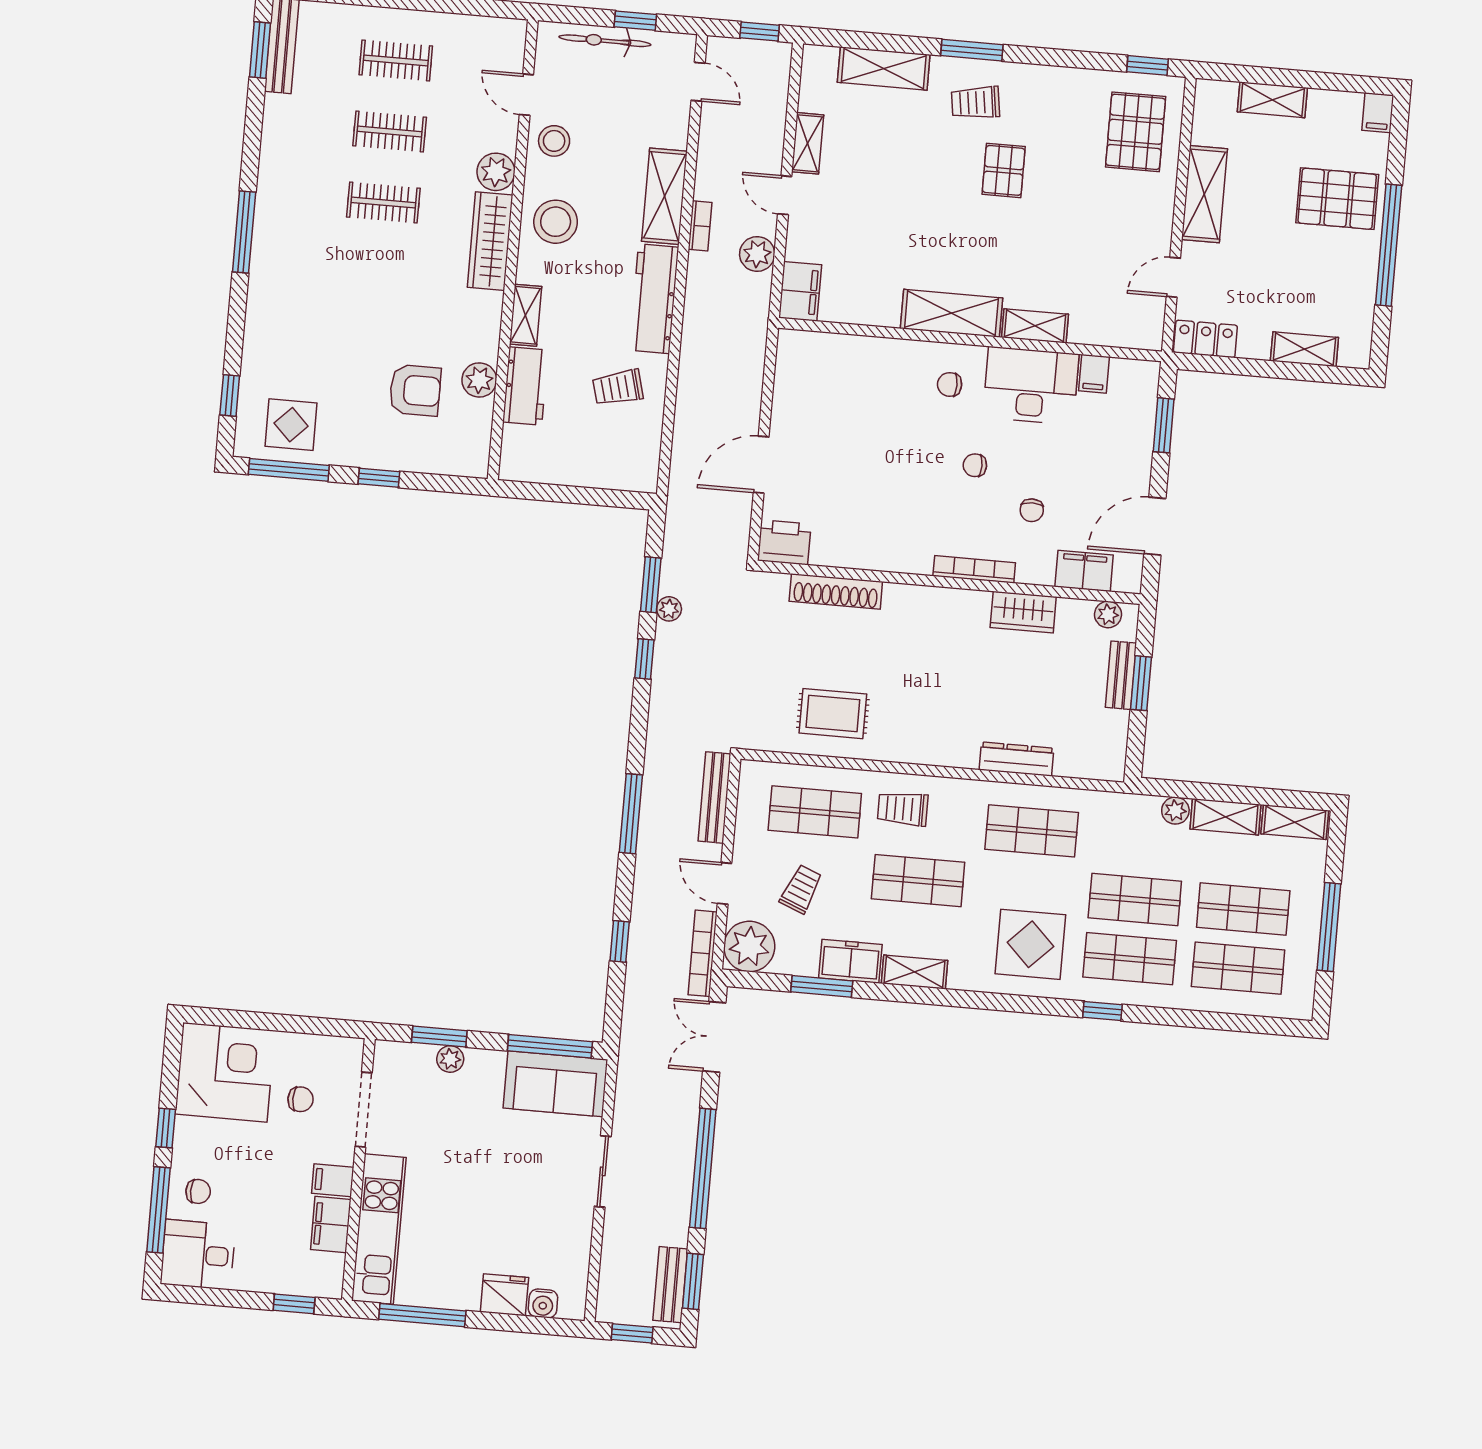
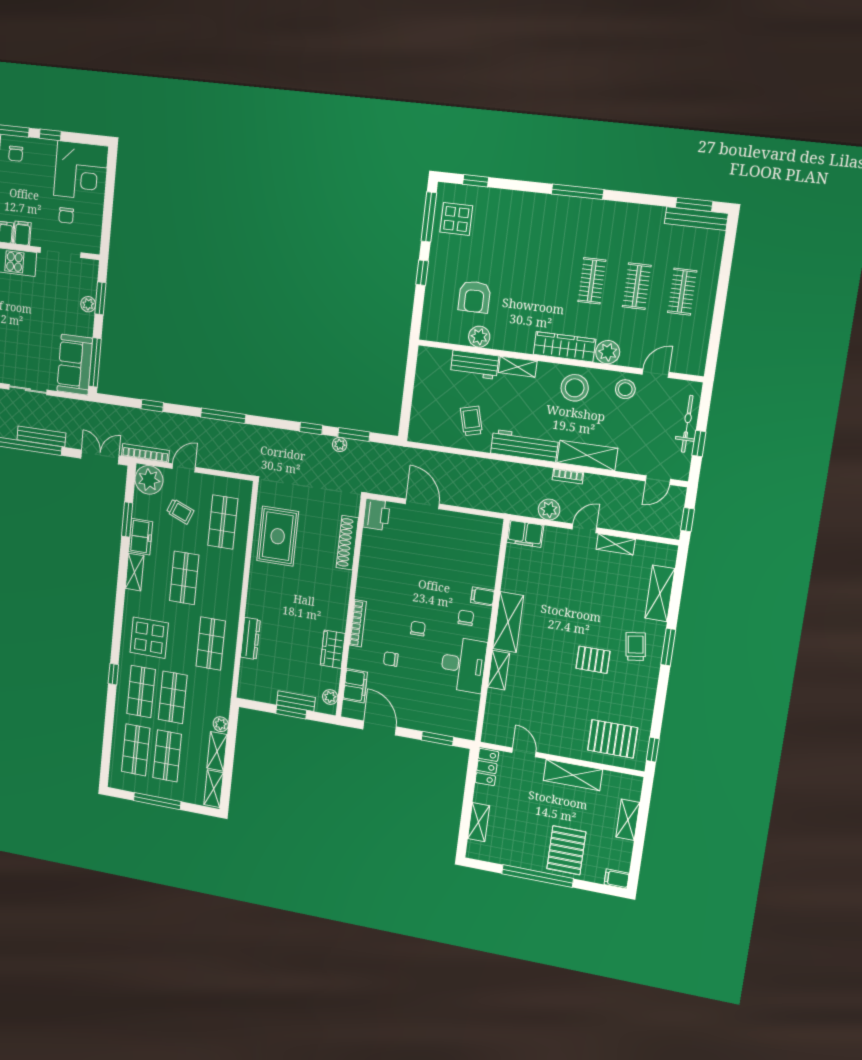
filing cabinet: (1094, 374) -> (483, 596), moved
rug: (833, 714) -> (278, 536), width x1.36, depth x1.43
bench: (715, 797) -> (41, 436), moved
trolley: (903, 809) -> (224, 572), removed

